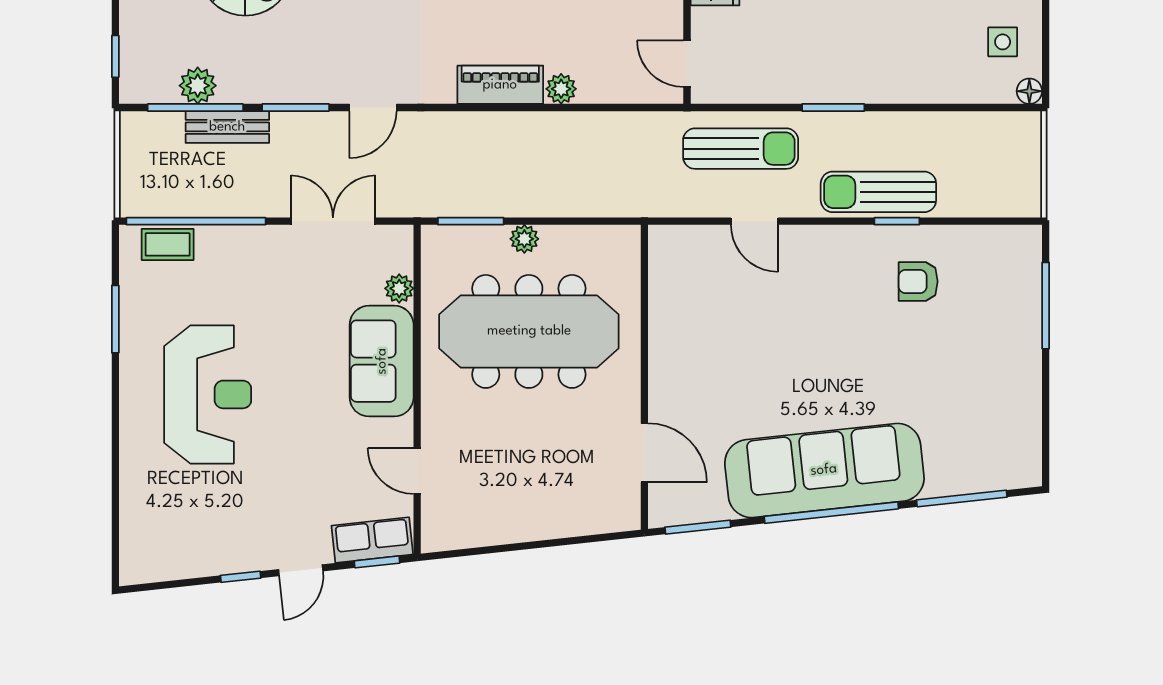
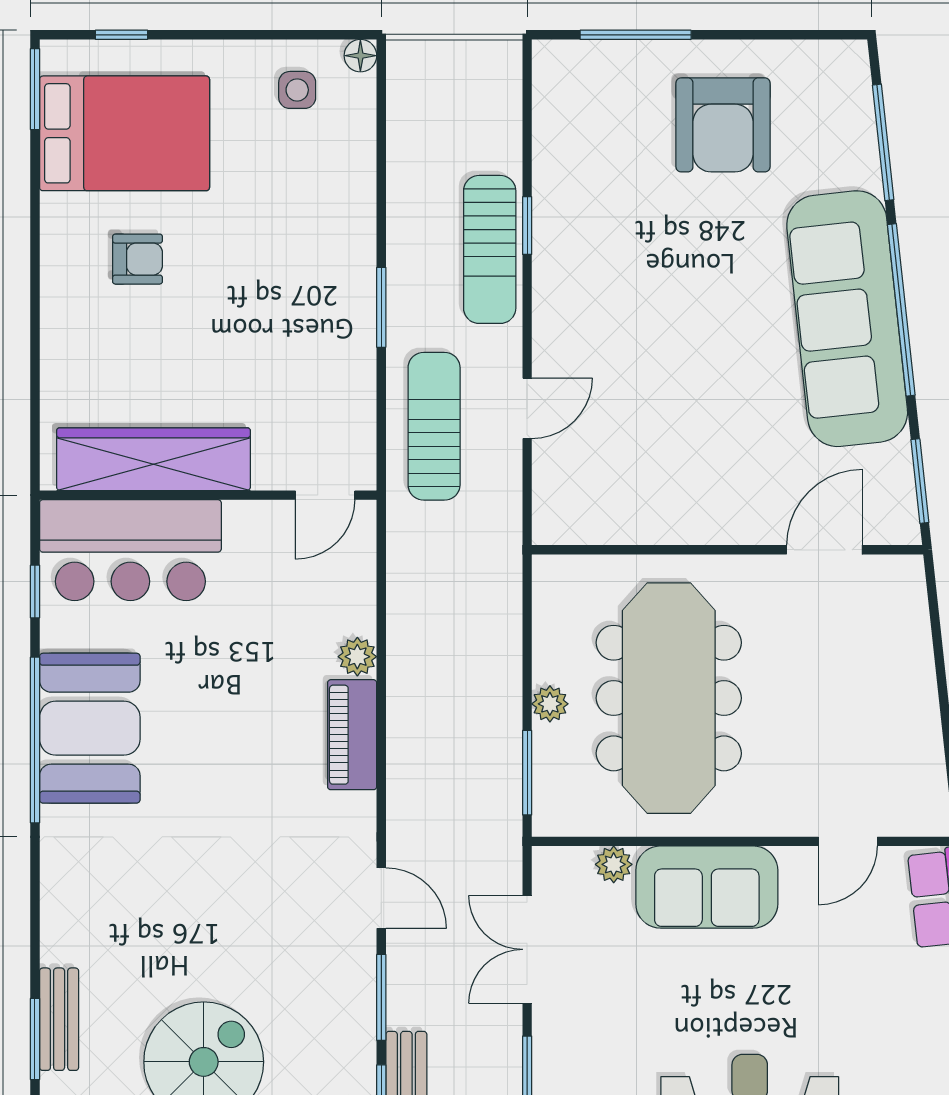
armchair: (918, 281) -> (723, 125), moved, width x1.88, depth x1.88

